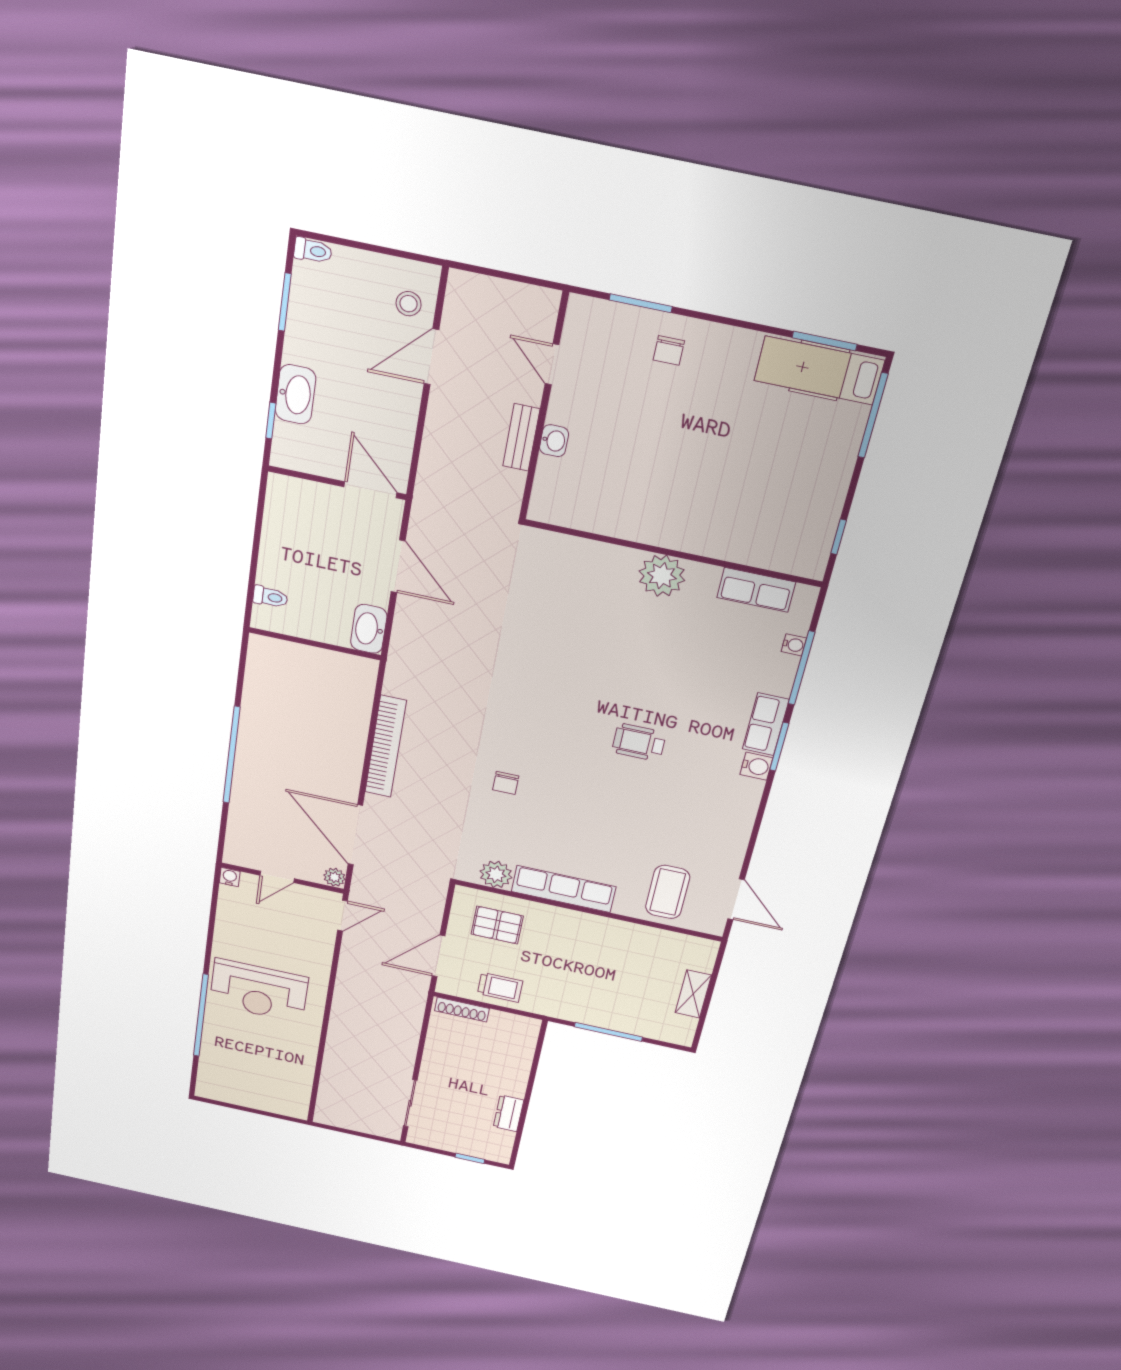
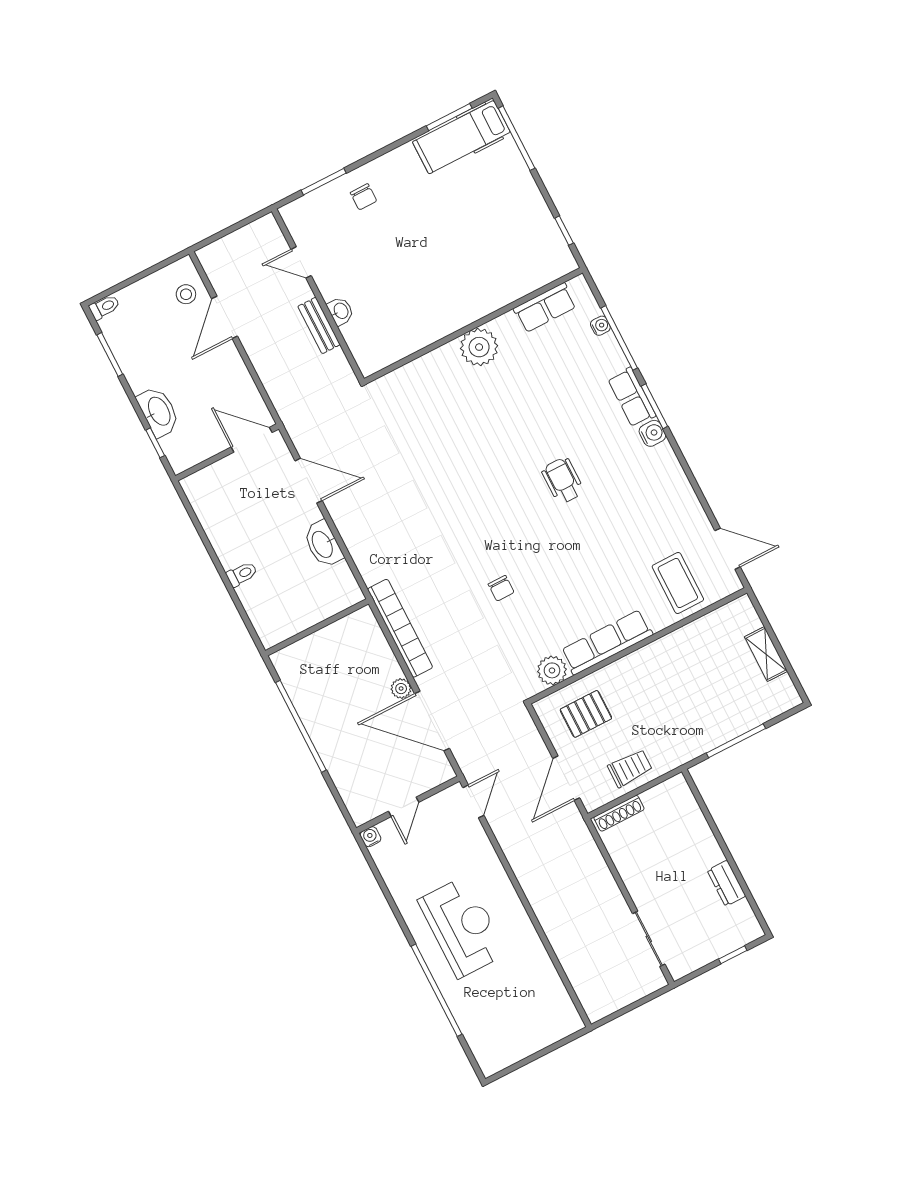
wall: (315, 644) -> (317, 627), moved
wheelchair: (639, 742) -> (563, 481), turned 90
plant: (334, 877) -> (401, 689), moved
reception desk: (259, 991) -> (462, 927), turned -90

